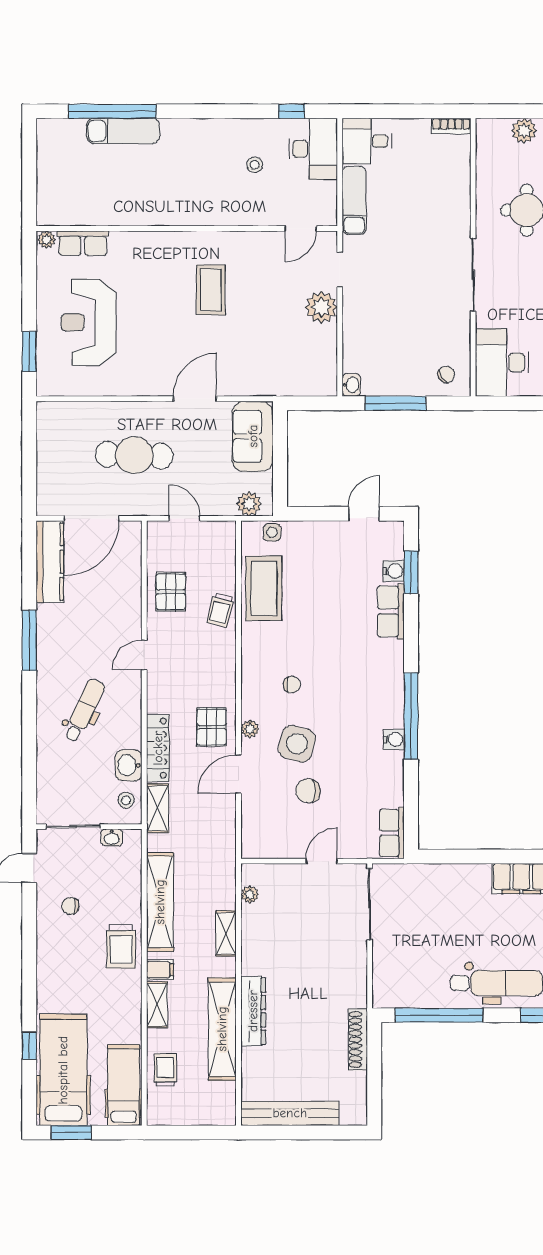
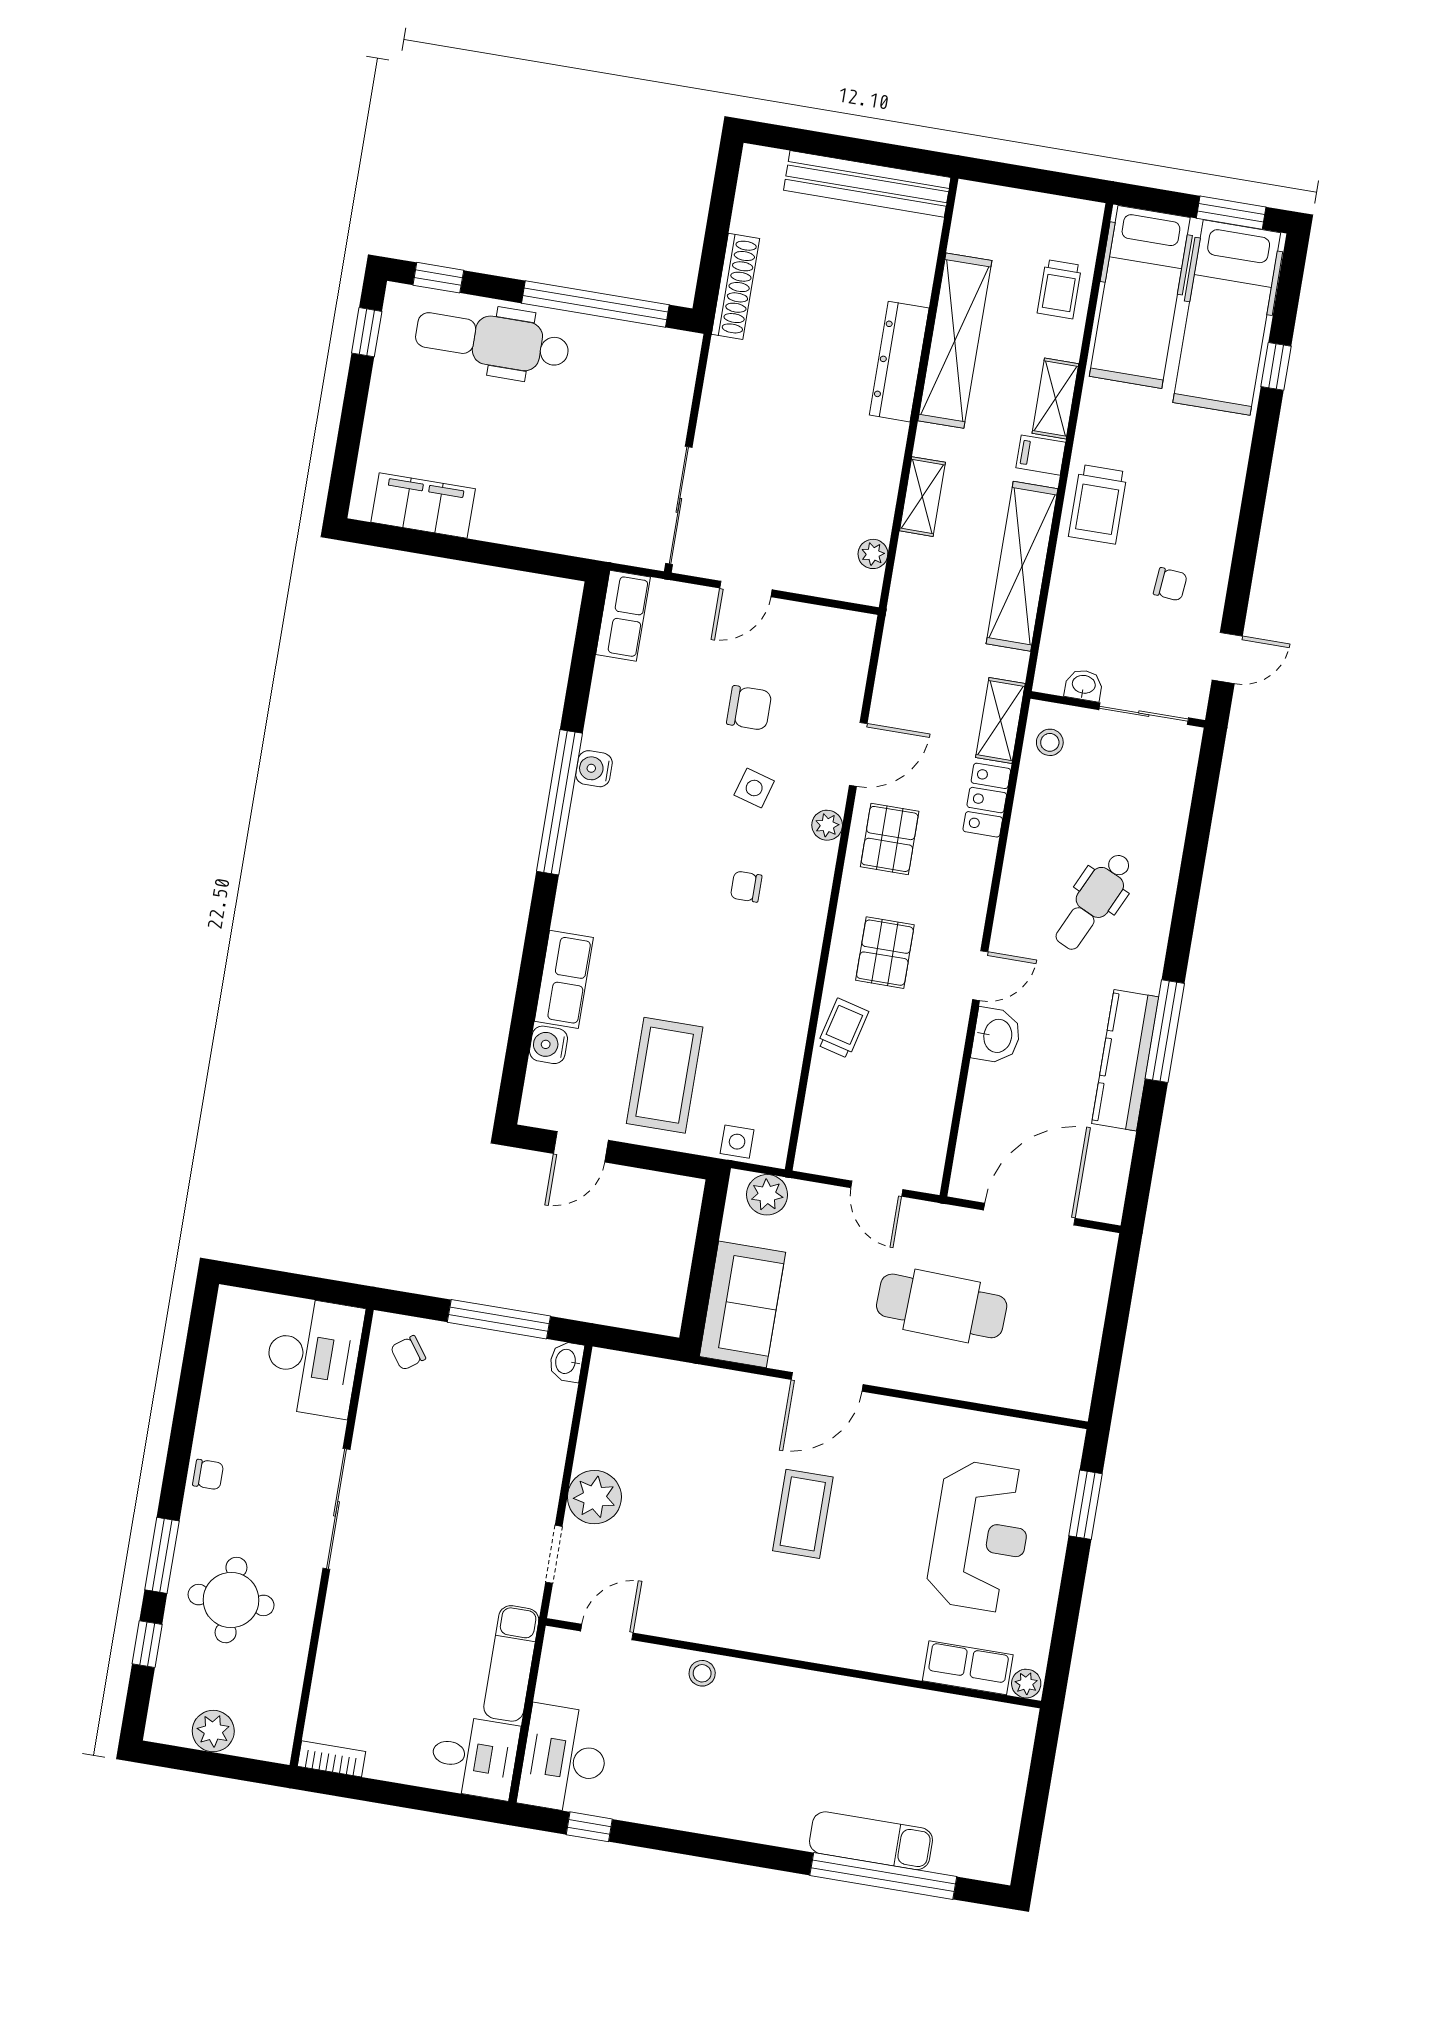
stool: (255, 165) -> (702, 1673), moved
coffee table: (211, 290) -> (803, 1514), moved
kitchen counter: (50, 562) -> (1125, 1060), moved
window: (411, 572) -> (520, 1038), removed
coffee table: (264, 588) -> (665, 1075), moved
pallet: (171, 592) -> (885, 953), moved
side table: (297, 744) -> (754, 788), width x0.54, depth x0.54
locker: (158, 748) -> (987, 800), width x0.66
washbasin: (129, 765) -> (996, 1036), moved
trolley: (121, 946) -> (1098, 504), turned 180
hospital bed: (124, 1085) -> (1140, 297), width x1.37, depth x1.29

